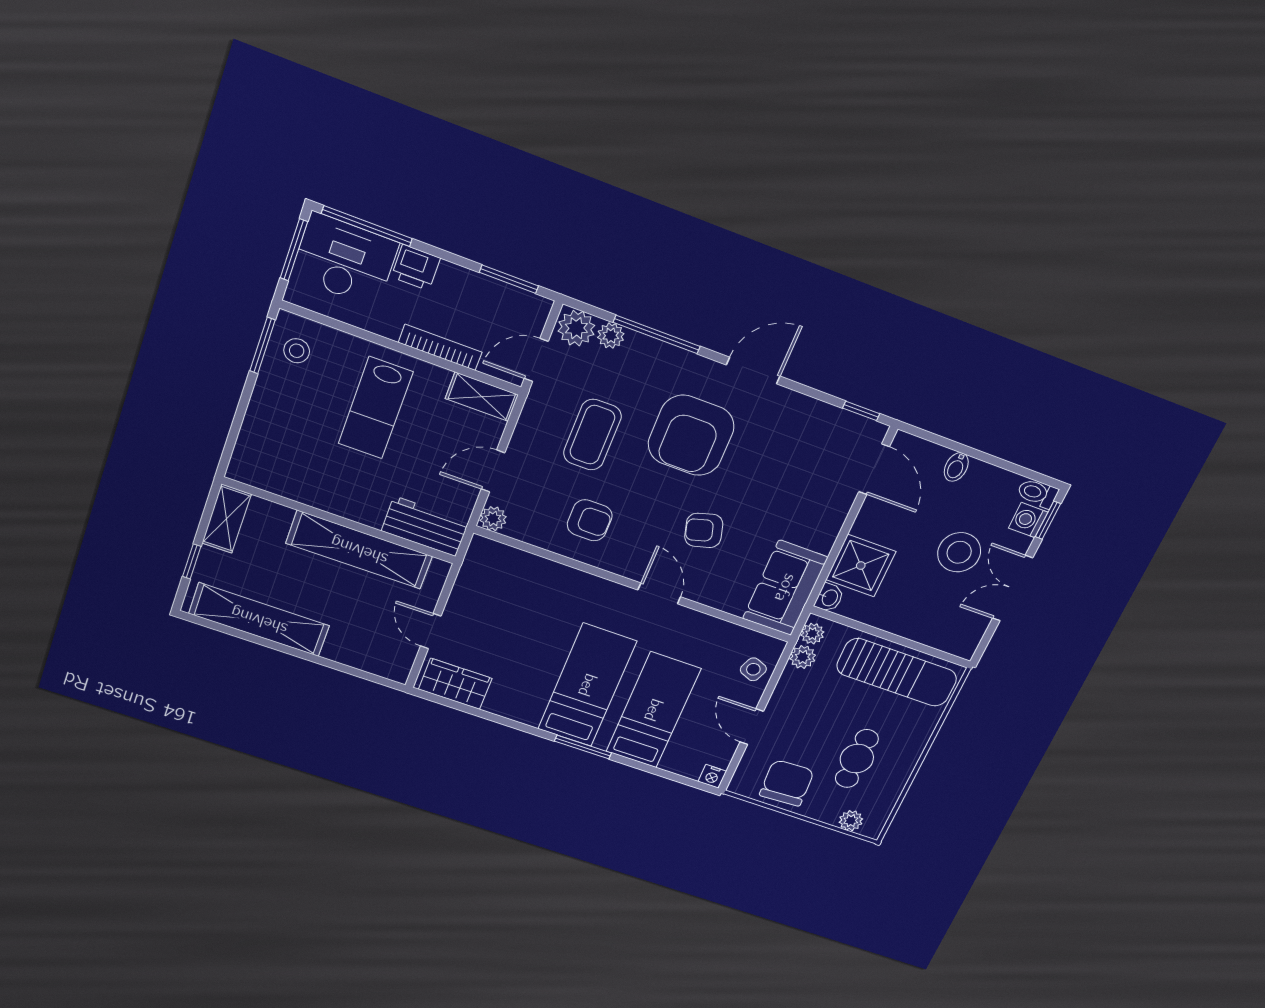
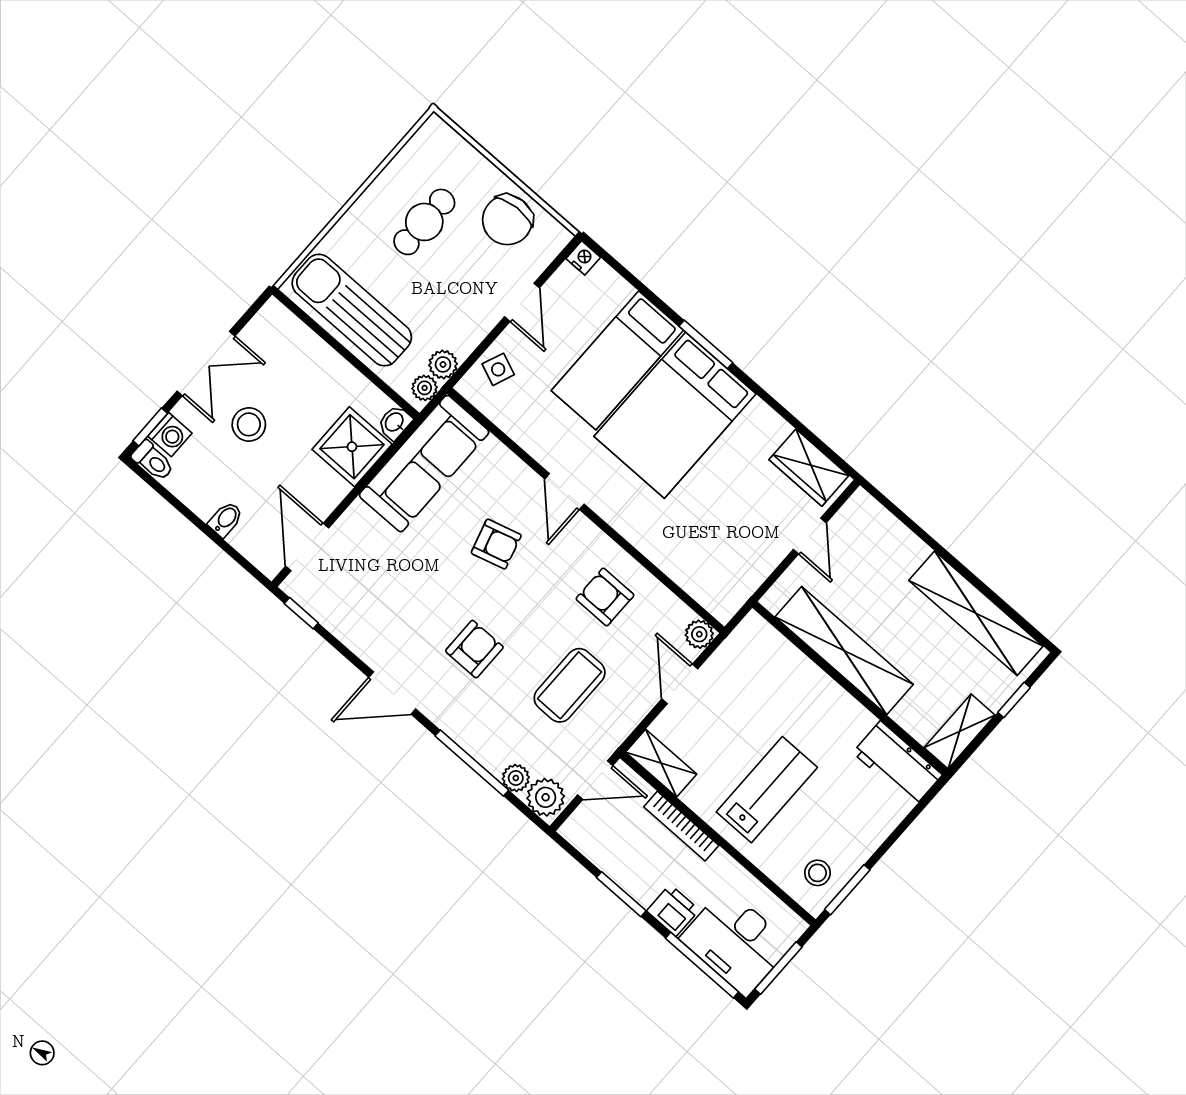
window: (509, 279) -> (621, 894), moved
armchair: (691, 435) -> (474, 649), width x0.53, depth x0.53
door: (493, 471) -> (680, 684), swing flipped
workbench: (425, 526) -> (897, 764), moved
stool: (959, 552) -> (249, 424), width x0.73, depth x0.73
sofa: (785, 588) -> (424, 464), width x1.36
bed: (587, 685) -> (675, 415), width x1.50
plant: (851, 821) -> (454, 147), removed

